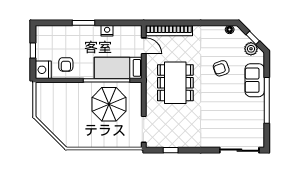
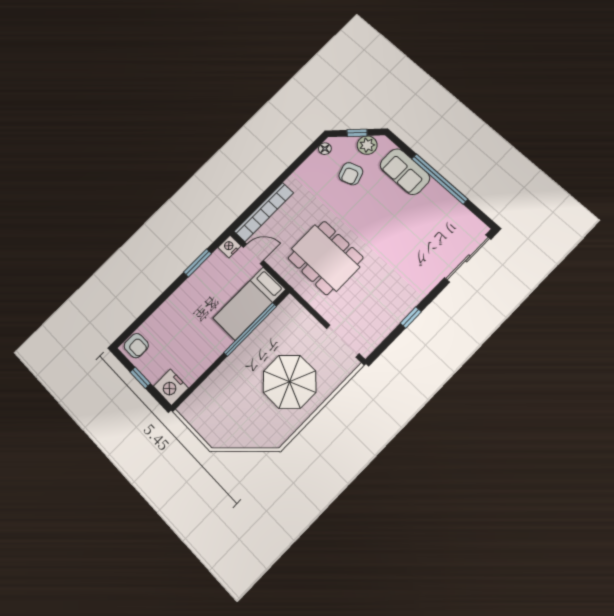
window: (84, 23) -> (197, 263), moved
nightstand: (107, 31) -> (230, 247), moved
armchair: (66, 64) -> (136, 346), moved
armchair: (221, 68) -> (351, 174), moved
parasol: (109, 104) -> (289, 382), moved
window: (171, 150) -> (411, 318), moved

